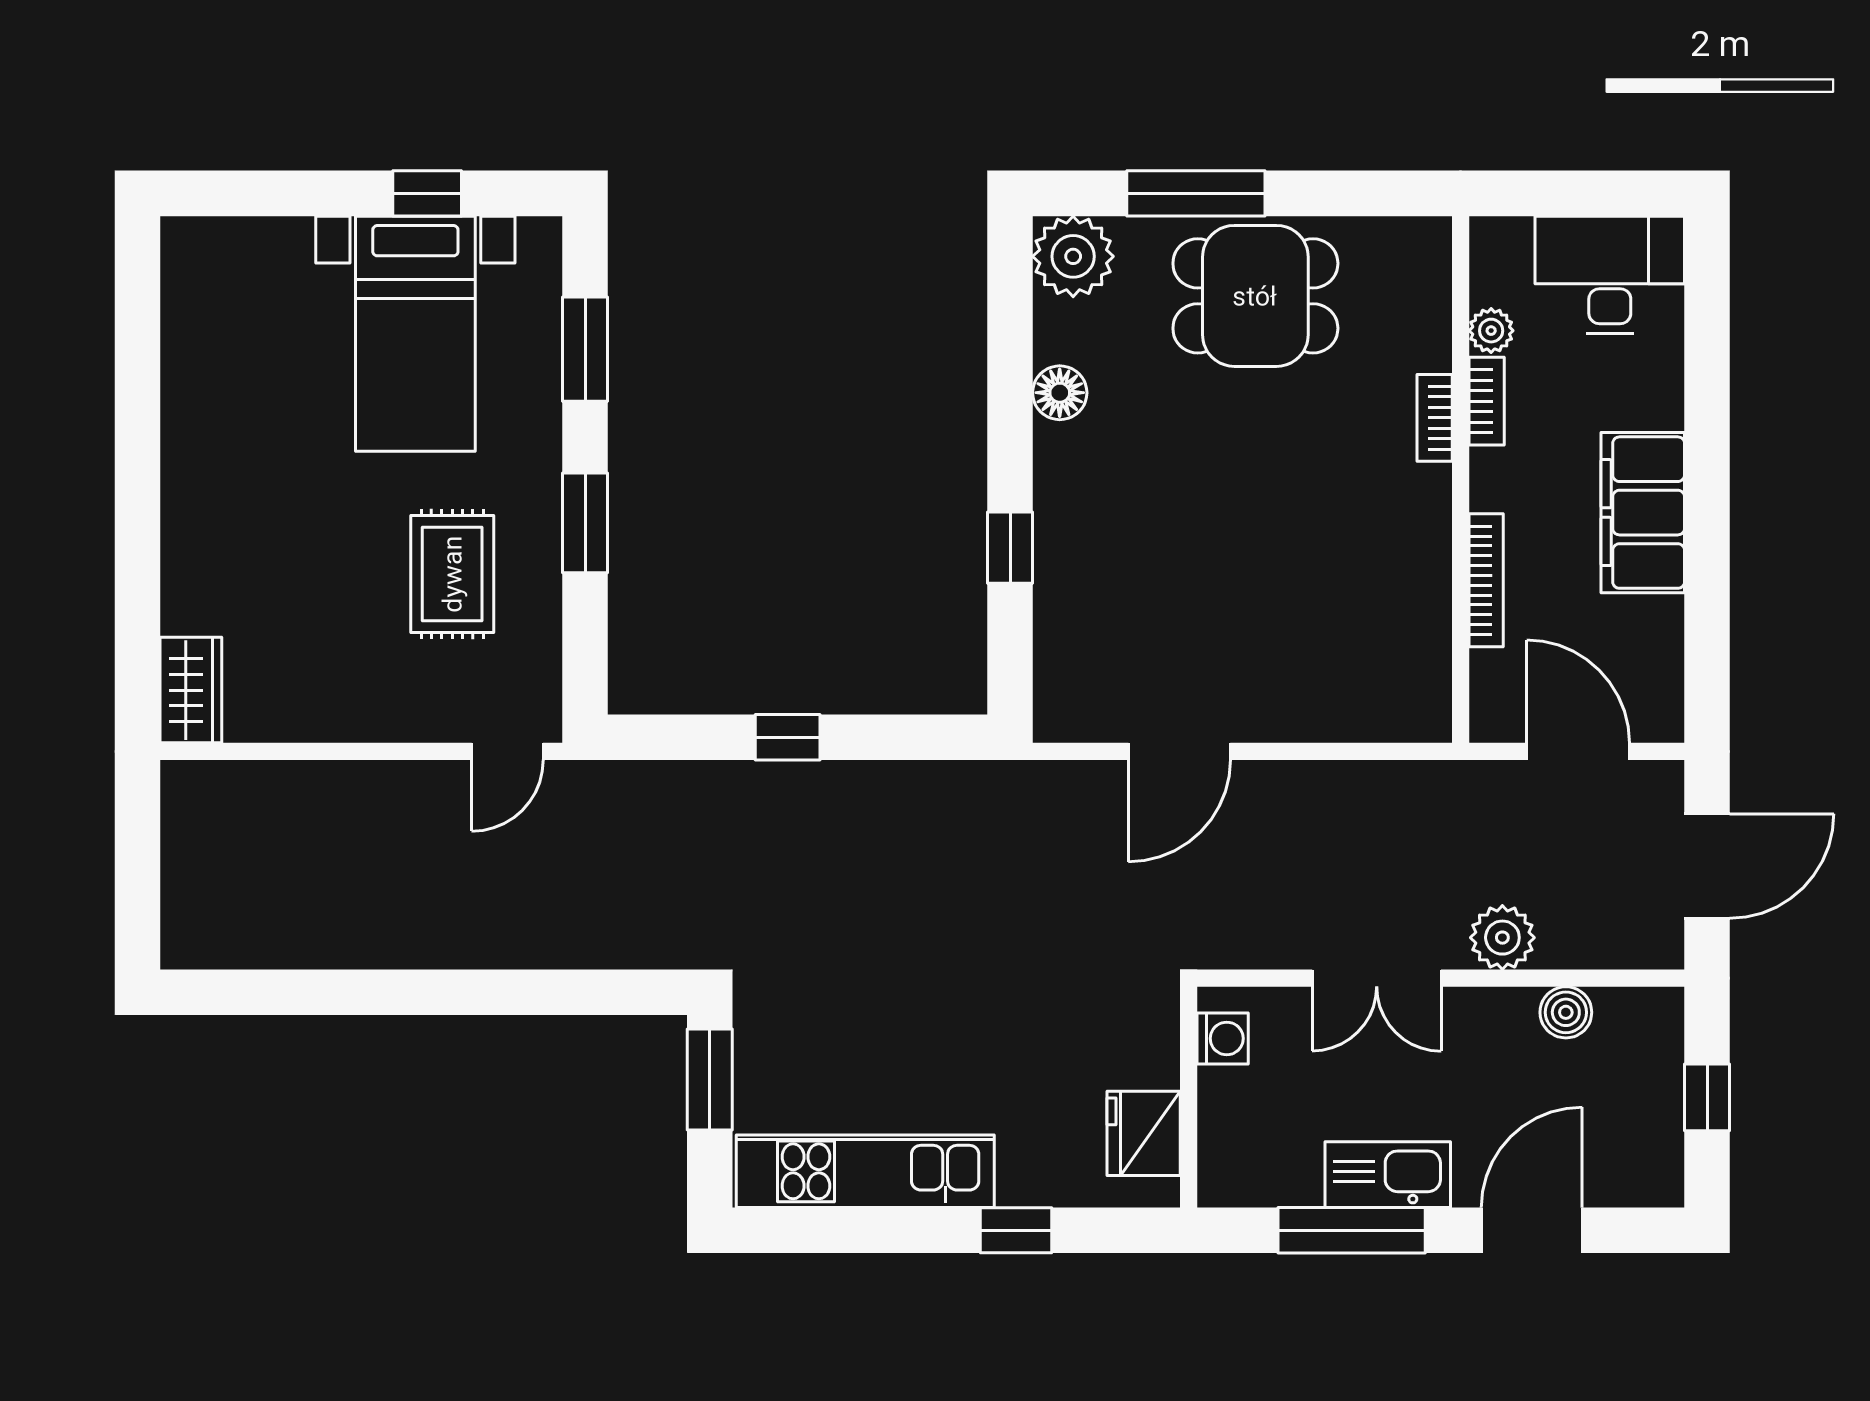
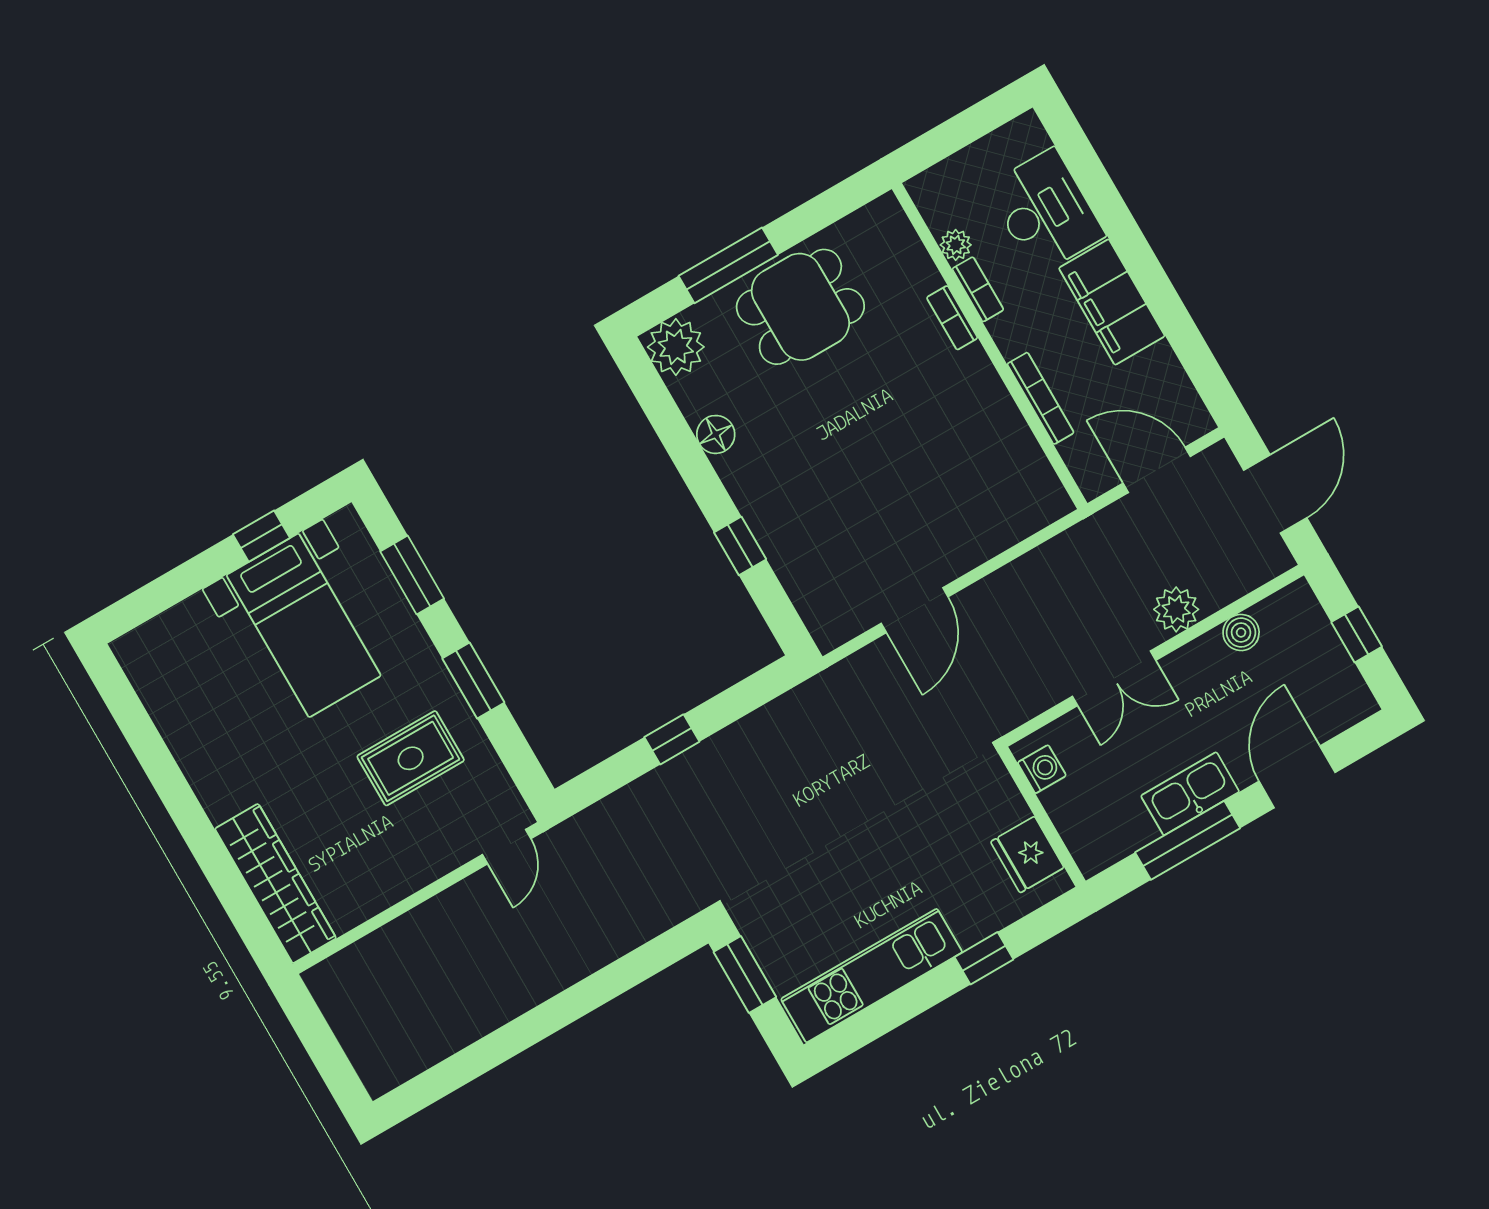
desk: (1610, 275) -> (1045, 211), moved, turned 90
rug: (452, 574) -> (411, 758), turned 90
wardrobe: (191, 690) -> (276, 884), width x2.10, depth x1.17

